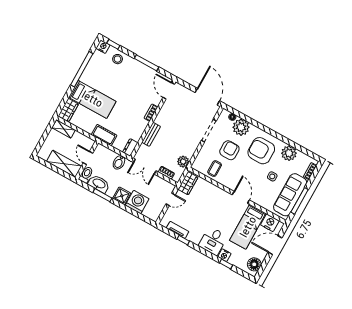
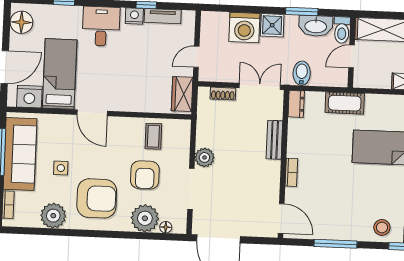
door: (88, 158) -> (351, 56), swing flipped
plant: (183, 162) -> (204, 157), moved
nightstand: (224, 255) -> (134, 16), moved

